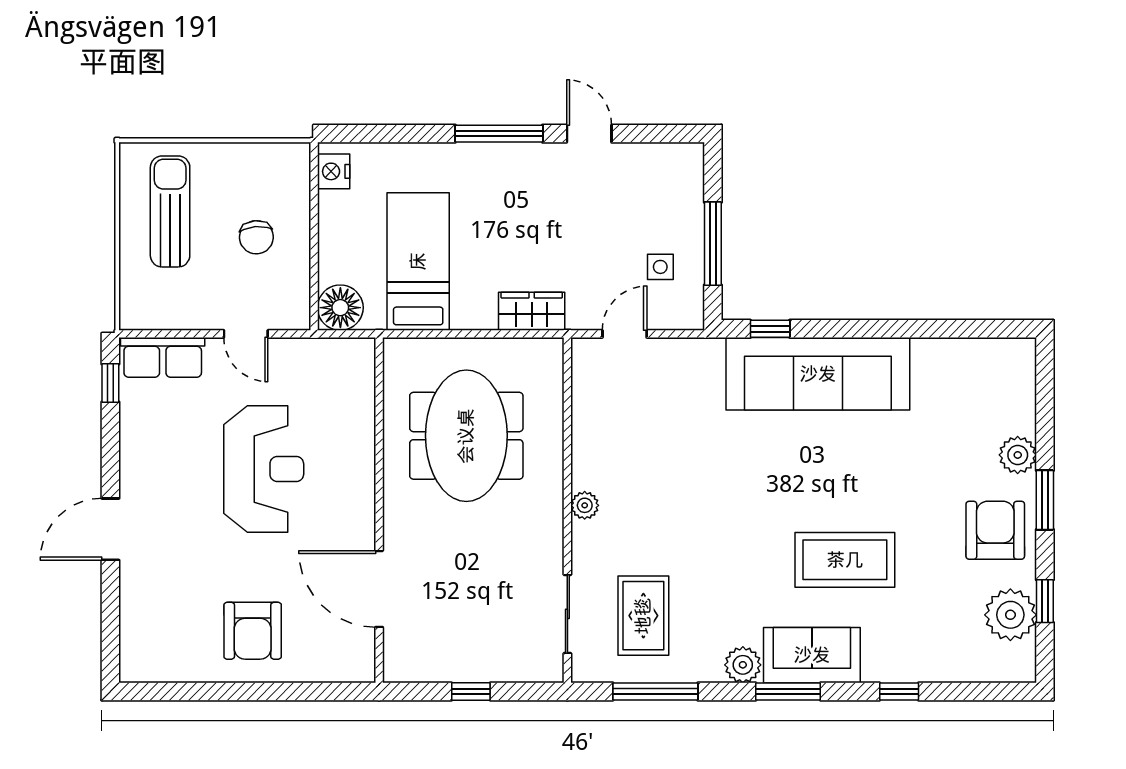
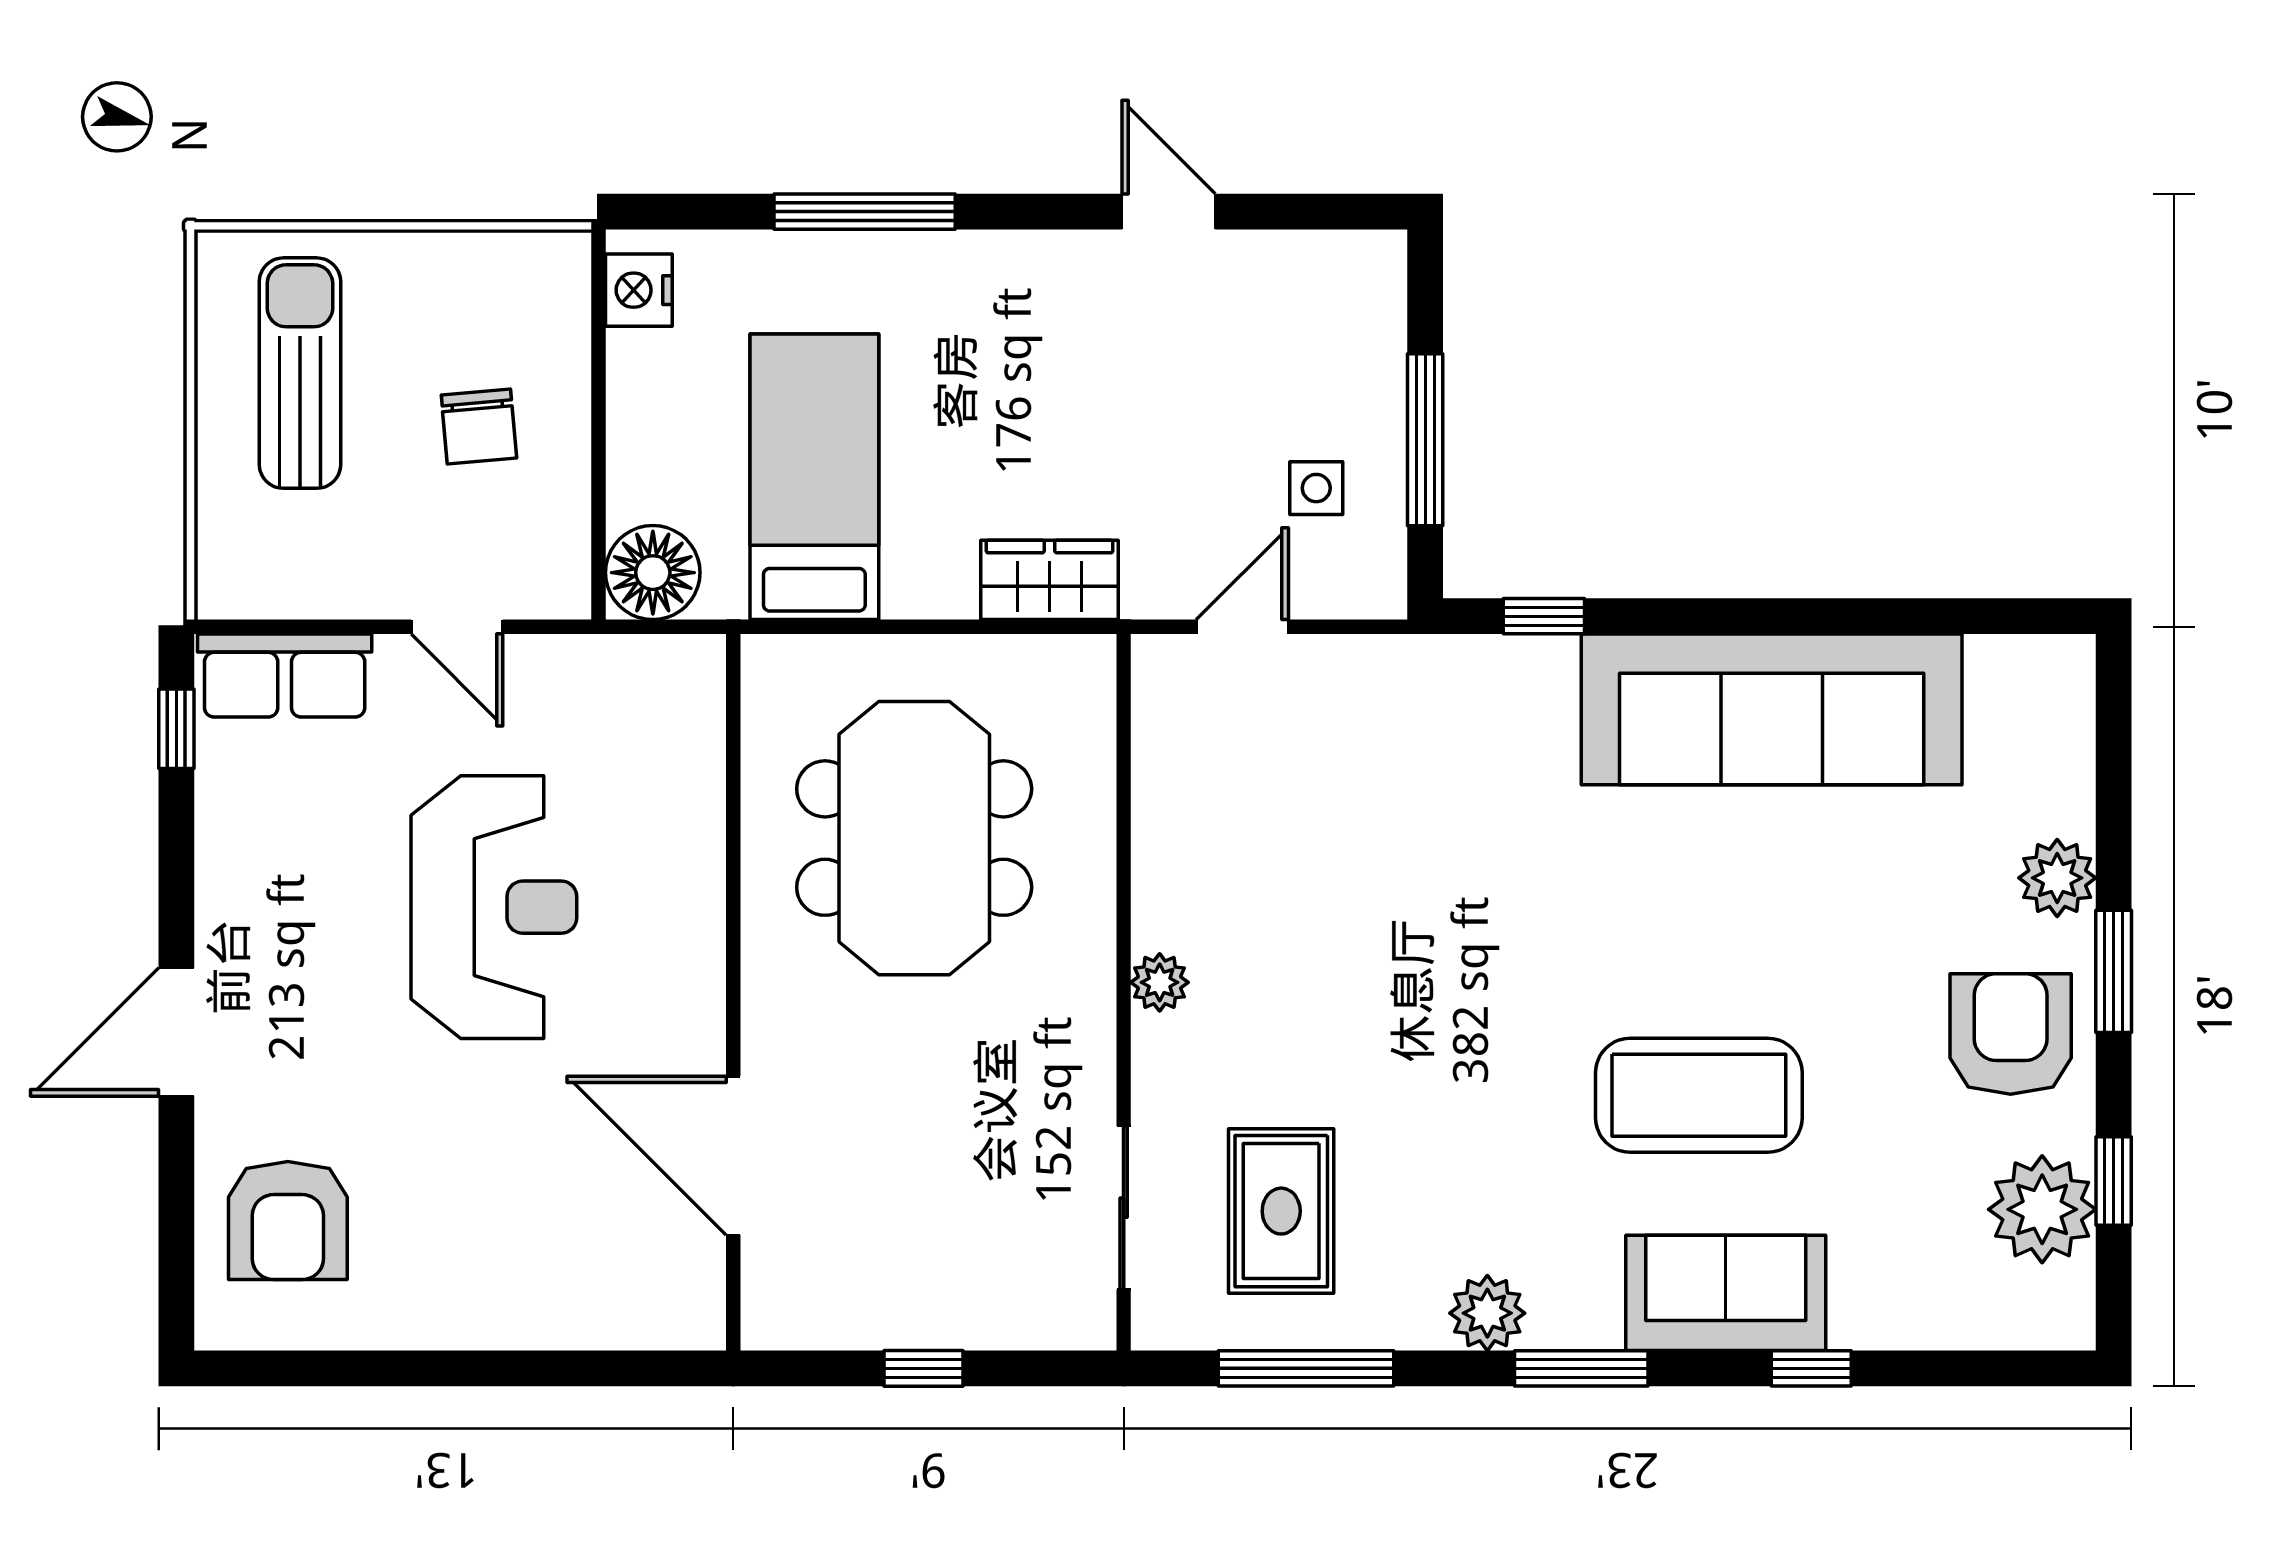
window: (499, 134) -> (865, 212), moved
sofa: (818, 374) -> (1772, 709), moved
armchair: (253, 631) -> (288, 1221), moved
sofa: (812, 655) -> (1726, 1293), moved

